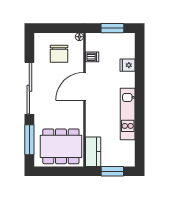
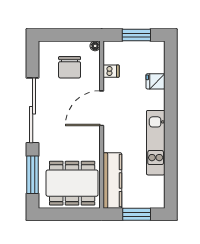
kitchen counter: (93, 152) -> (112, 181), width x1.50

